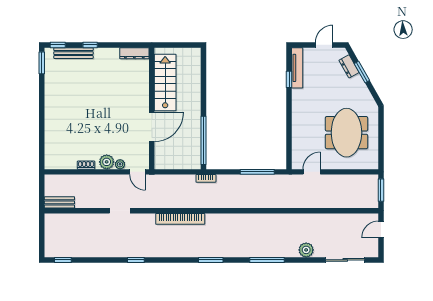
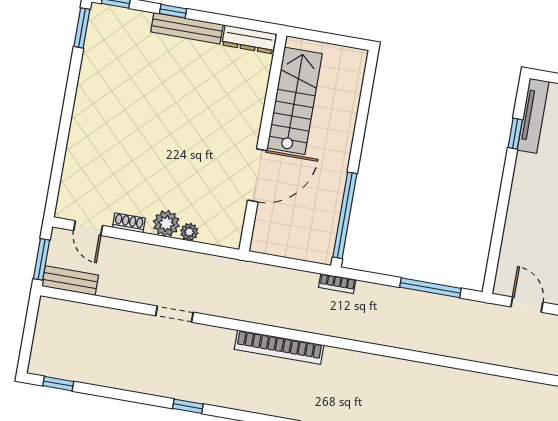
bench: (73, 53) -> (187, 28), moved
door: (138, 172) -> (88, 228), moved
door: (312, 172) -> (527, 305), hinge flipped
window: (42, 193) -> (42, 259), added

